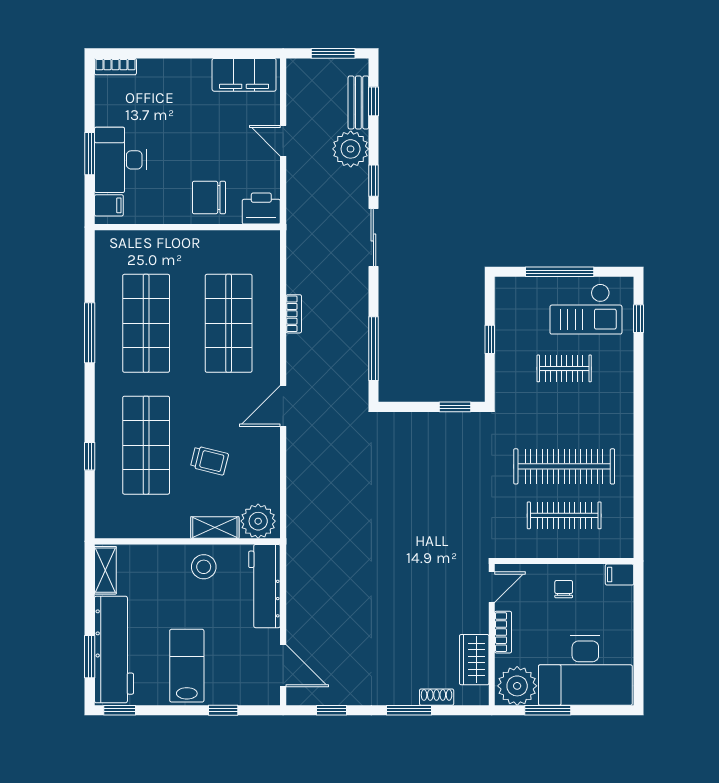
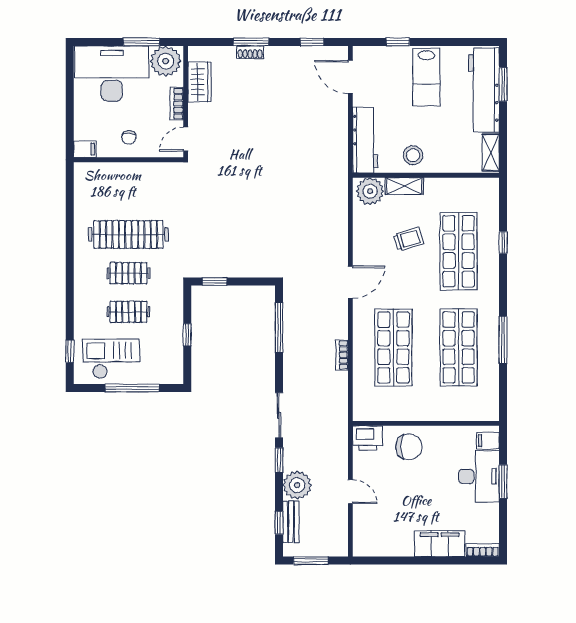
filing cabinet: (244, 75) -> (440, 544), moved
trolley: (209, 460) -> (408, 239), turned 149
clothes rail: (564, 515) -> (128, 273), moved, width x0.73
shoe rack: (437, 697) -> (250, 52), moved
window: (120, 710) -> (479, 42), removed

